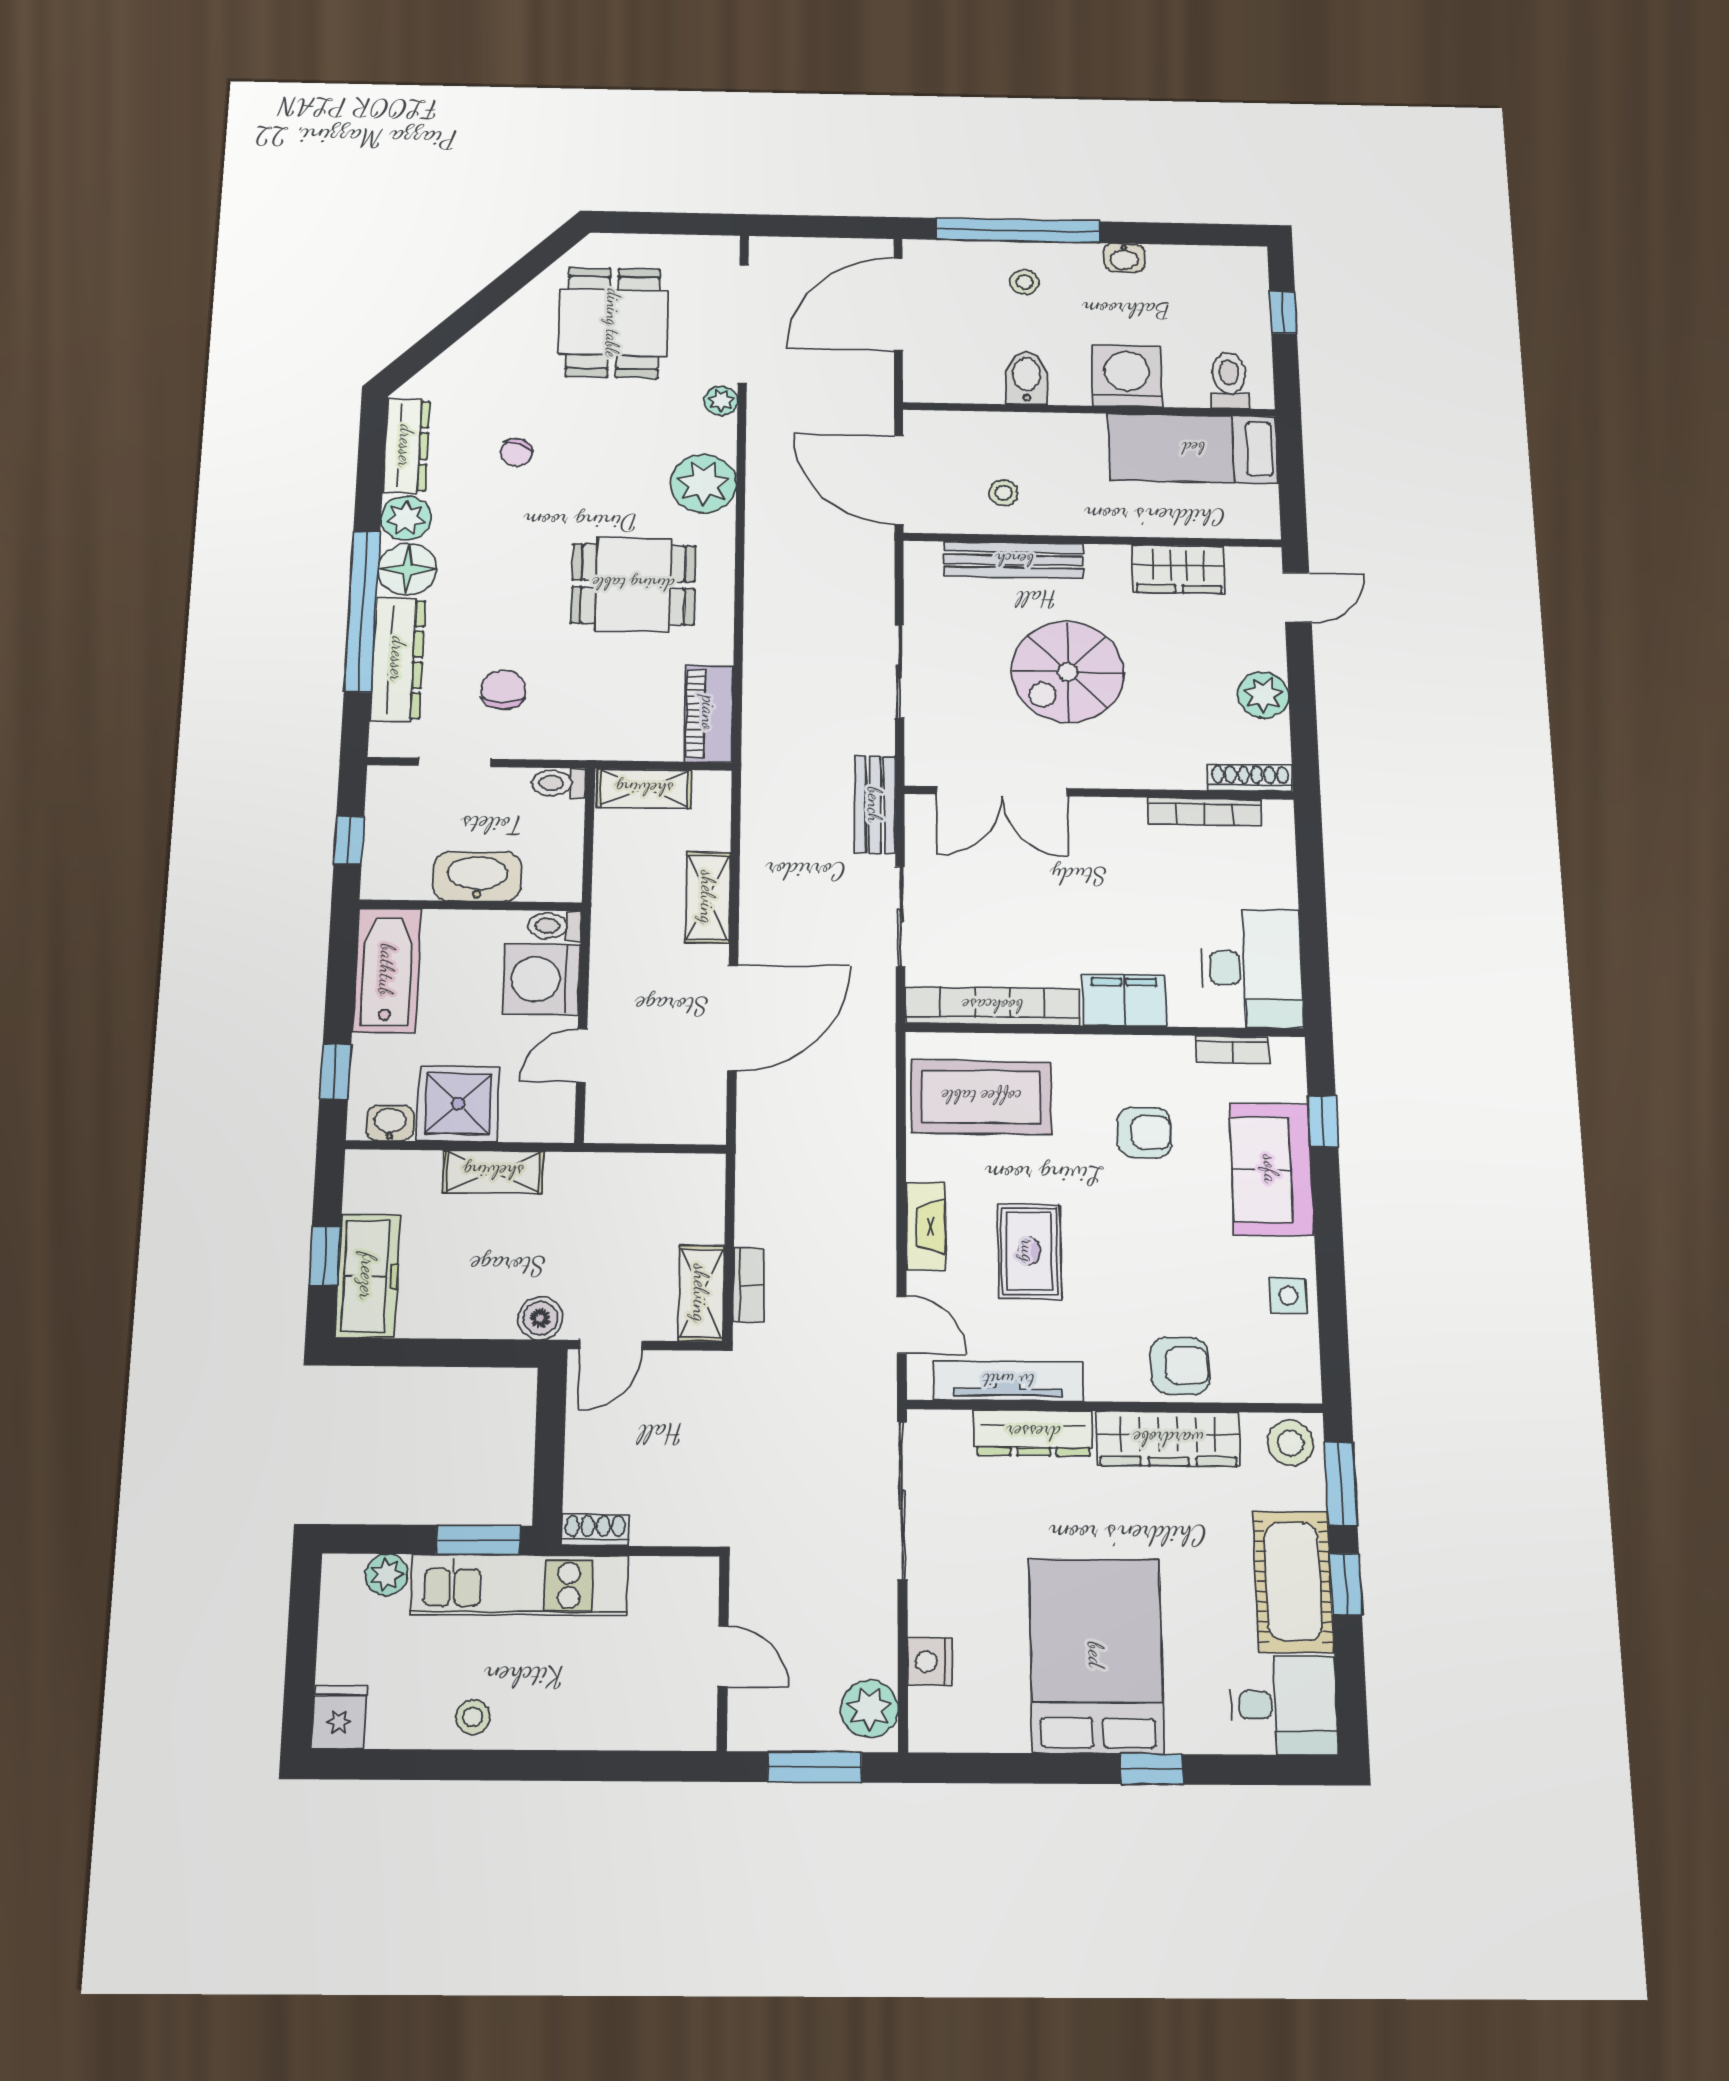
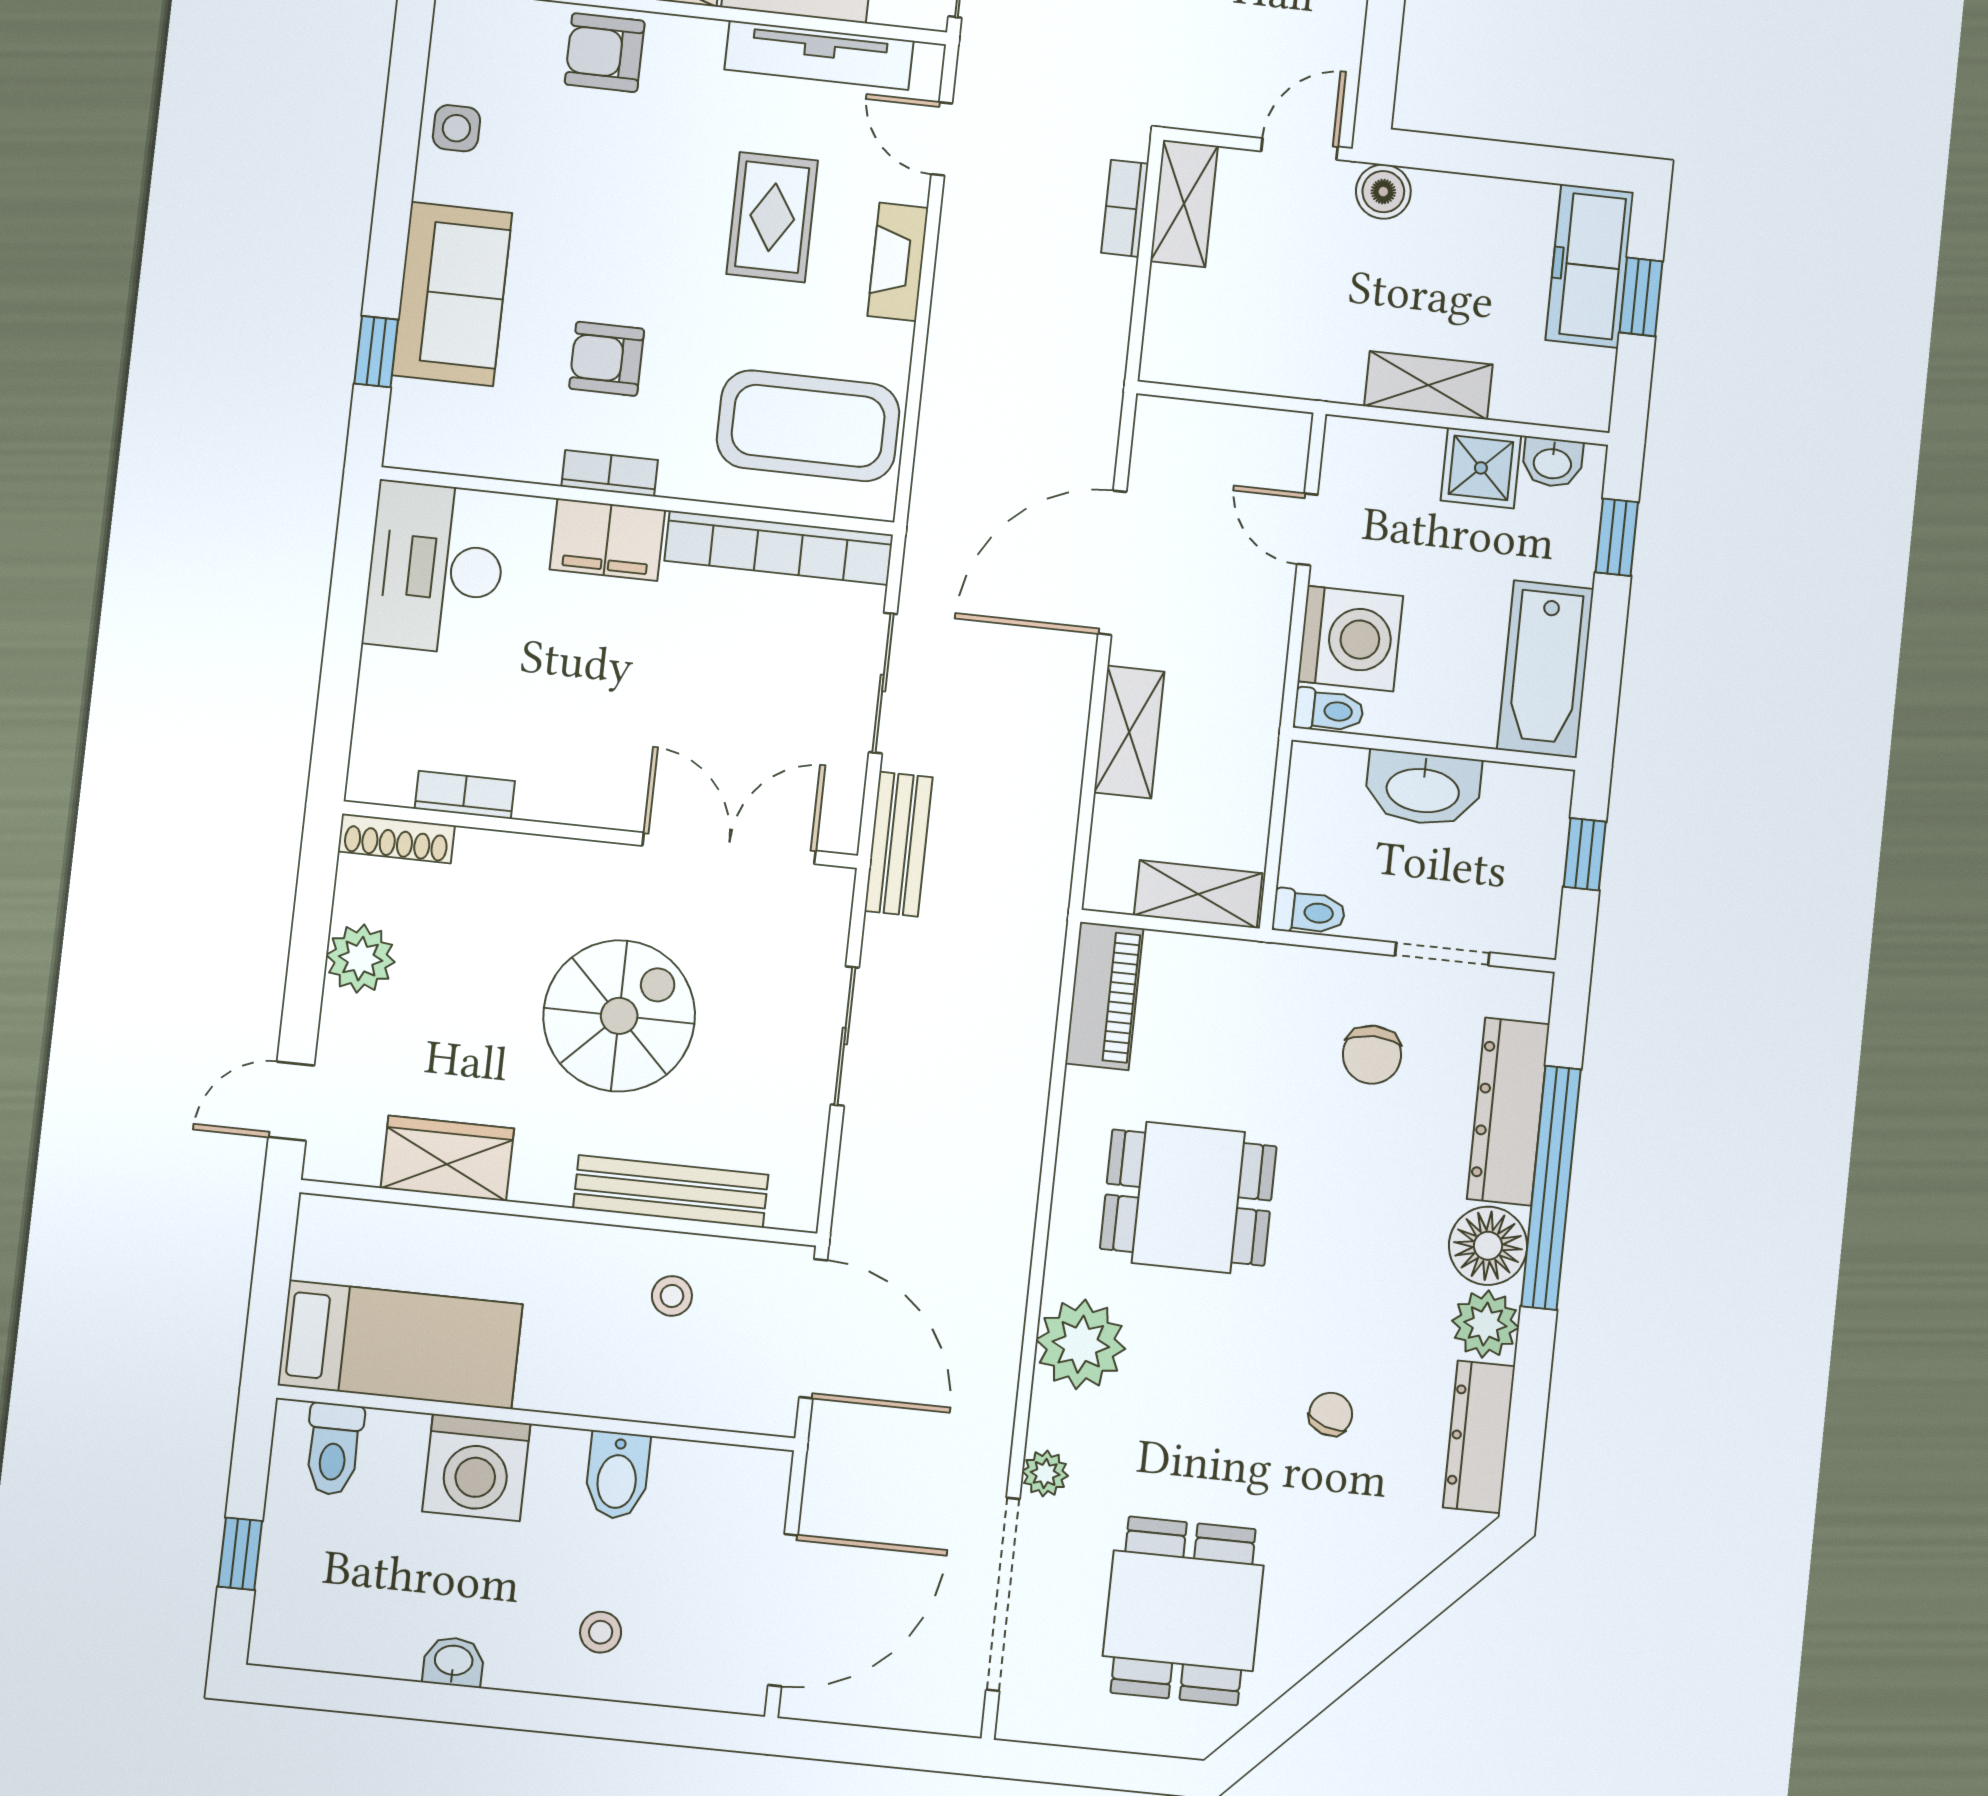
window: (1018, 231) -> (599, 1719), removed
bookcase: (1204, 812) -> (465, 795), width x0.64
bookcase: (1233, 1050) -> (610, 473), moved
door: (582, 1056) -> (1307, 529), swing flipped
shower: (458, 1104) -> (1481, 468), width x0.73, depth x0.73

